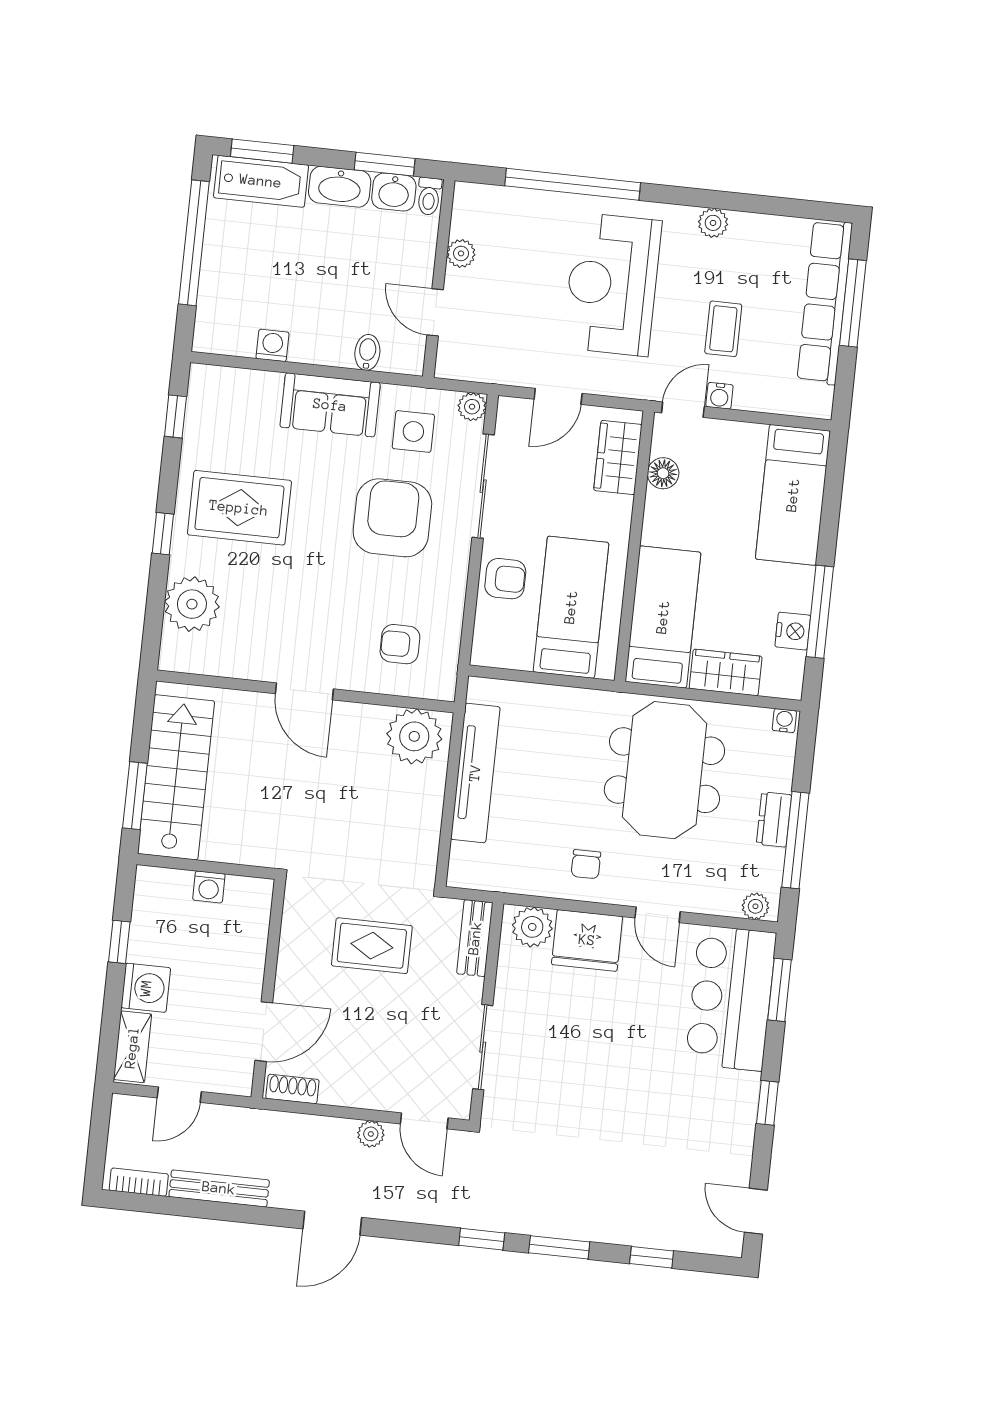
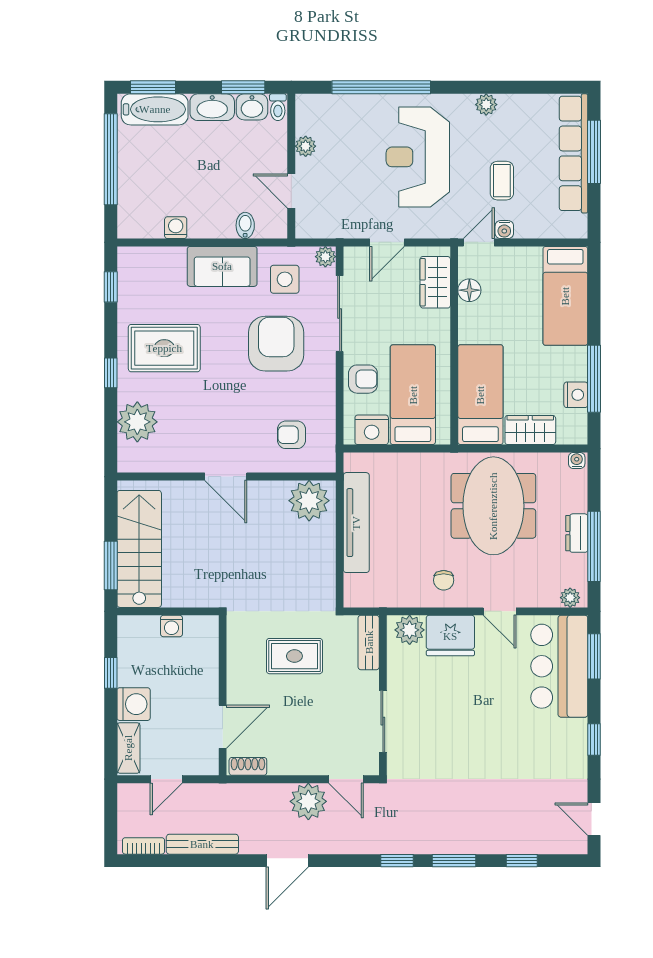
nightstand: (510, 649) -> (372, 430), added
plant: (371, 1134) -> (308, 801), width x1.87, depth x1.87

